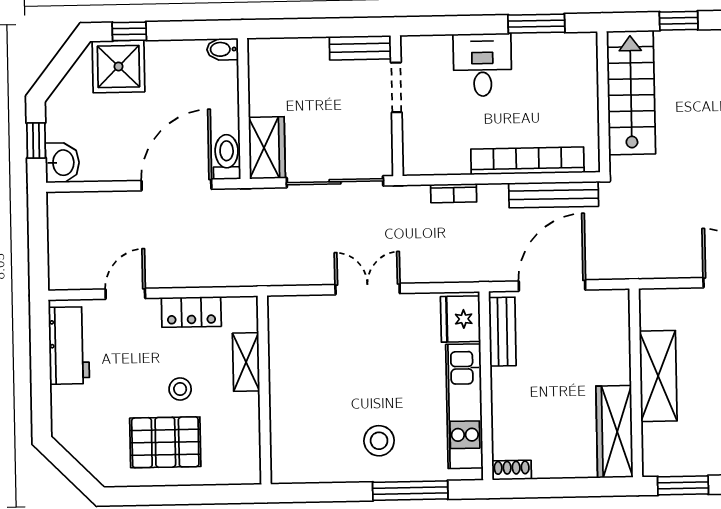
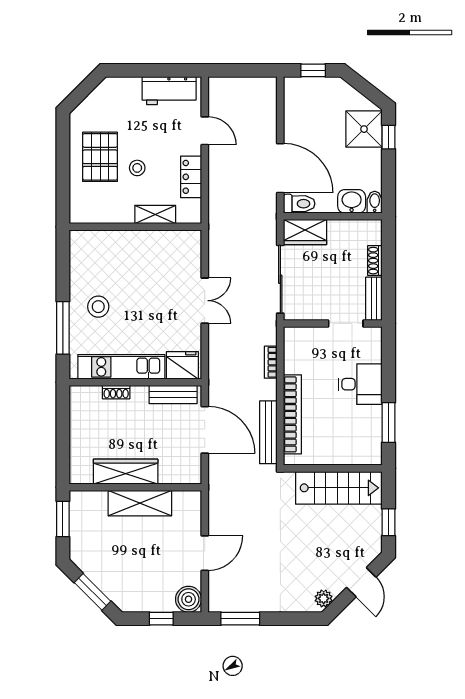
shoe rack: (306, 47) -> (375, 261), added
washbasin: (62, 163) -> (352, 201), moved, turned 180
wardrobe: (614, 432) -> (126, 472), moved
shoe rack: (512, 470) -> (116, 392), moved, turned 90

